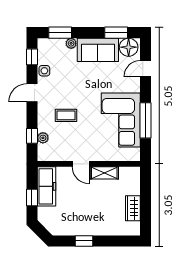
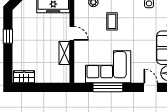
door: (81, 164) -> (72, 33), swing flipped
wardrobe: (133, 208) -> (24, 77), moved

